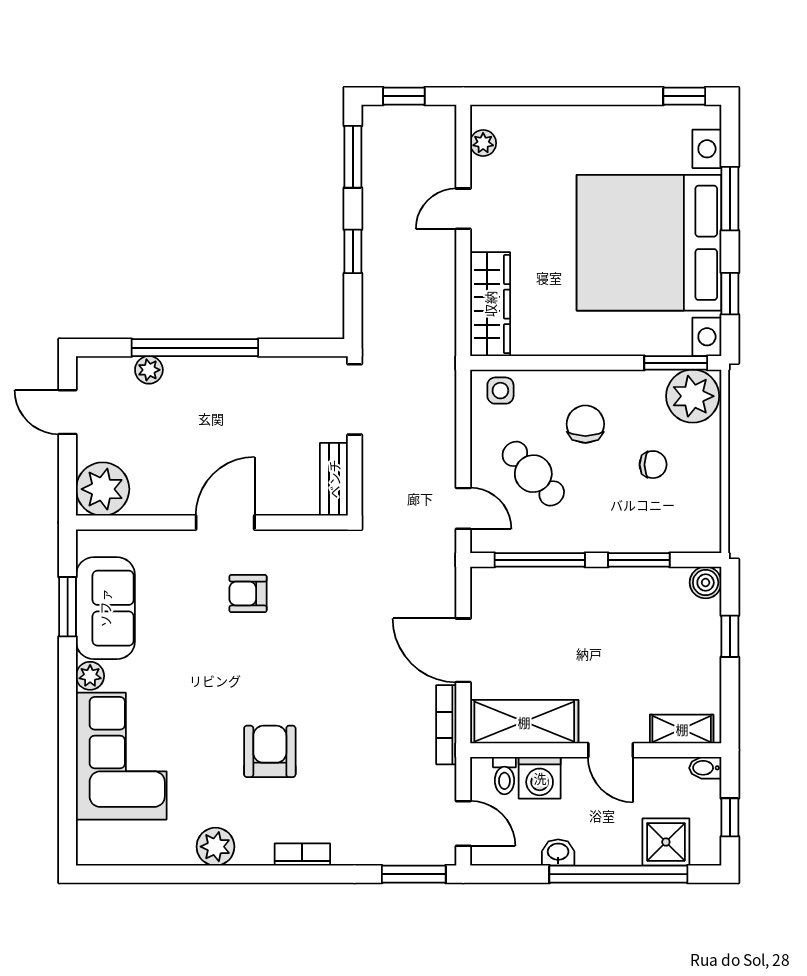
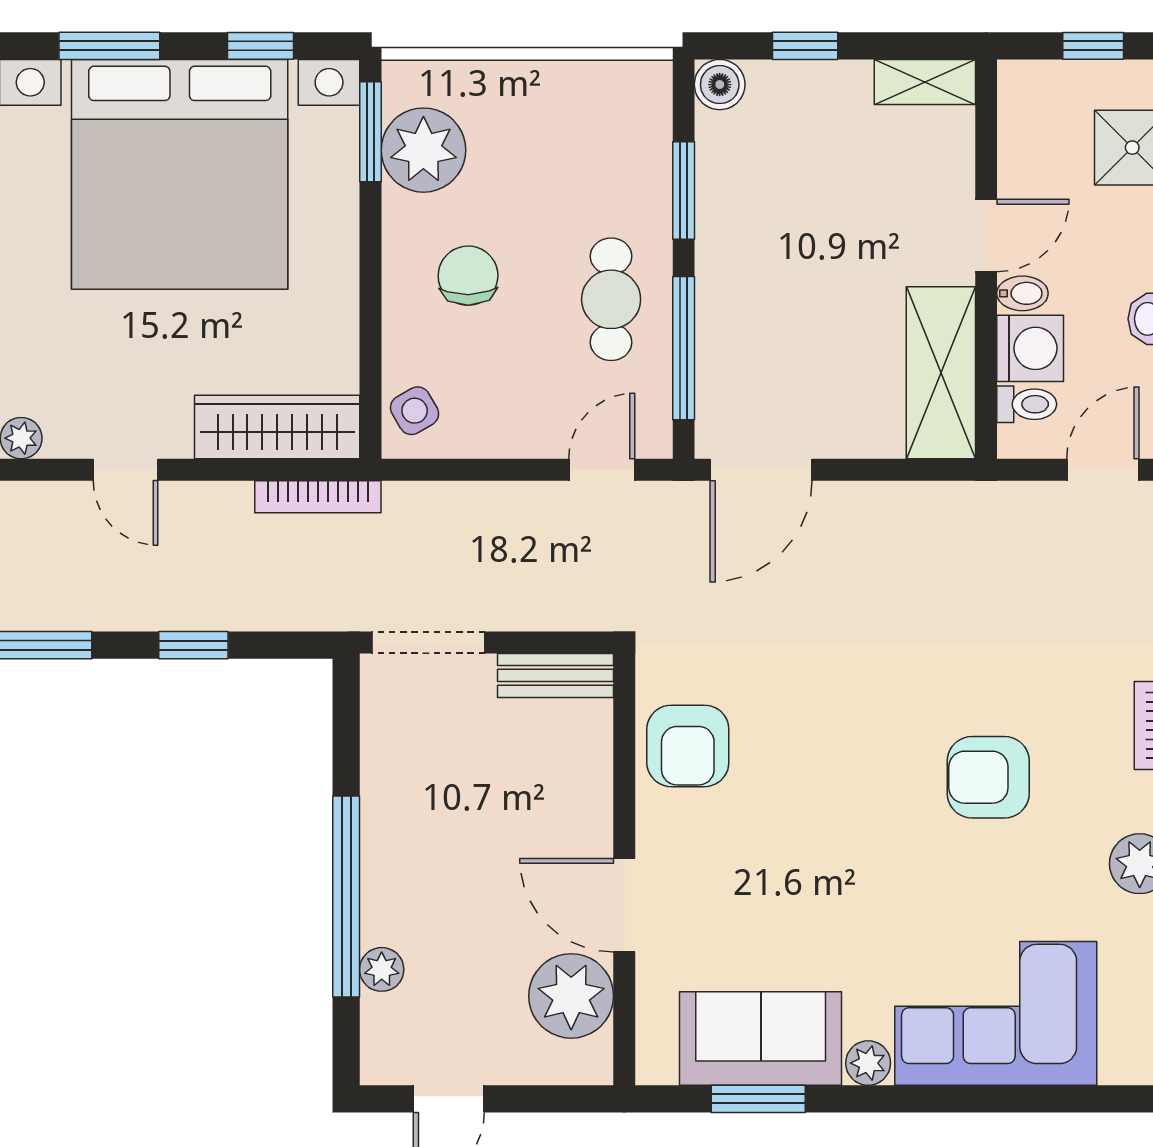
side table: (500, 391) -> (415, 411), turned -30
plant: (693, 396) -> (423, 150), moved
chair: (585, 424) -> (468, 276), turned 89
chair: (653, 465) -> (532, 168), removed
cafe table: (533, 474) -> (611, 299), moved, turned -47
plant: (103, 489) -> (571, 996), moved
door: (225, 522) -> (624, 905), moved
armchair: (248, 594) -> (688, 746), moved, width x1.38, depth x1.38
door: (463, 650) -> (761, 470), moved
bookcase: (446, 725) -> (318, 497), moved
shelving: (682, 729) -> (925, 82), moved, turned 90
bidet: (705, 768) -> (1022, 293), moved, turned -90

